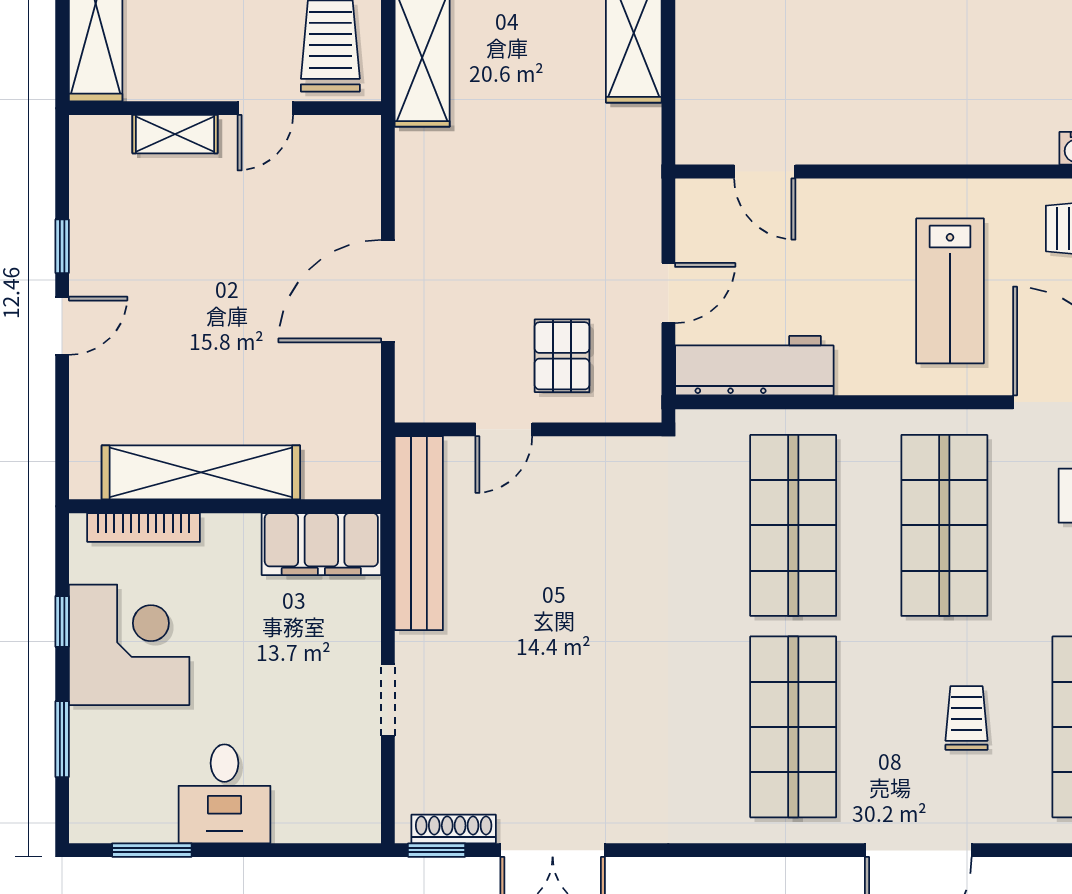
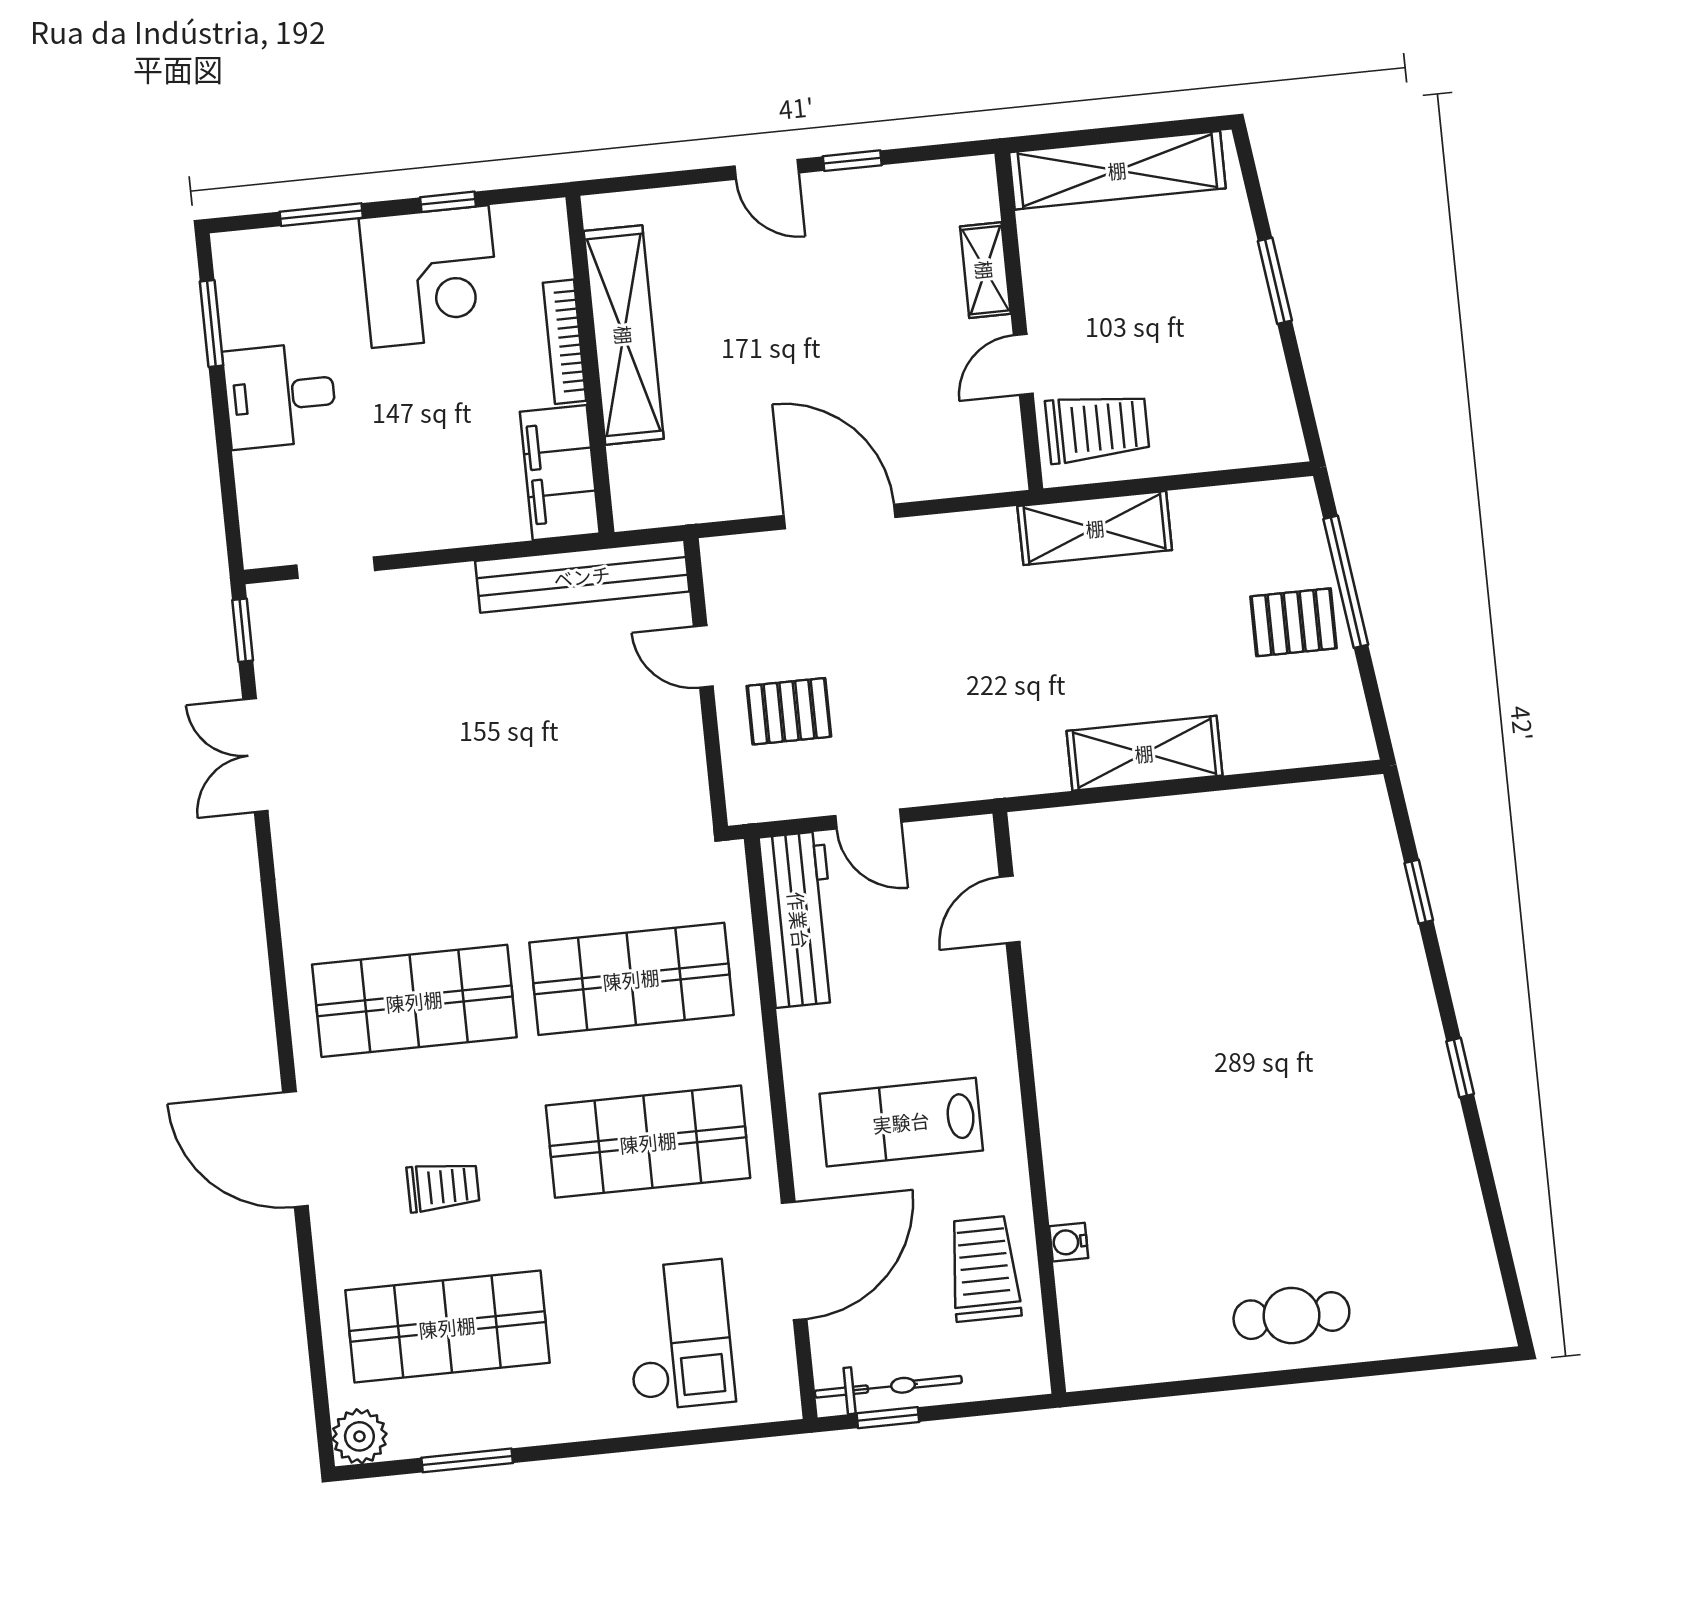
door: (265, 108) -> (1023, 364), hinge flipped
bookcase: (144, 527) -> (564, 342), moved
doorway: (388, 700) -> (336, 568), moved
shoe rack: (454, 829) -> (267, 646), removed

